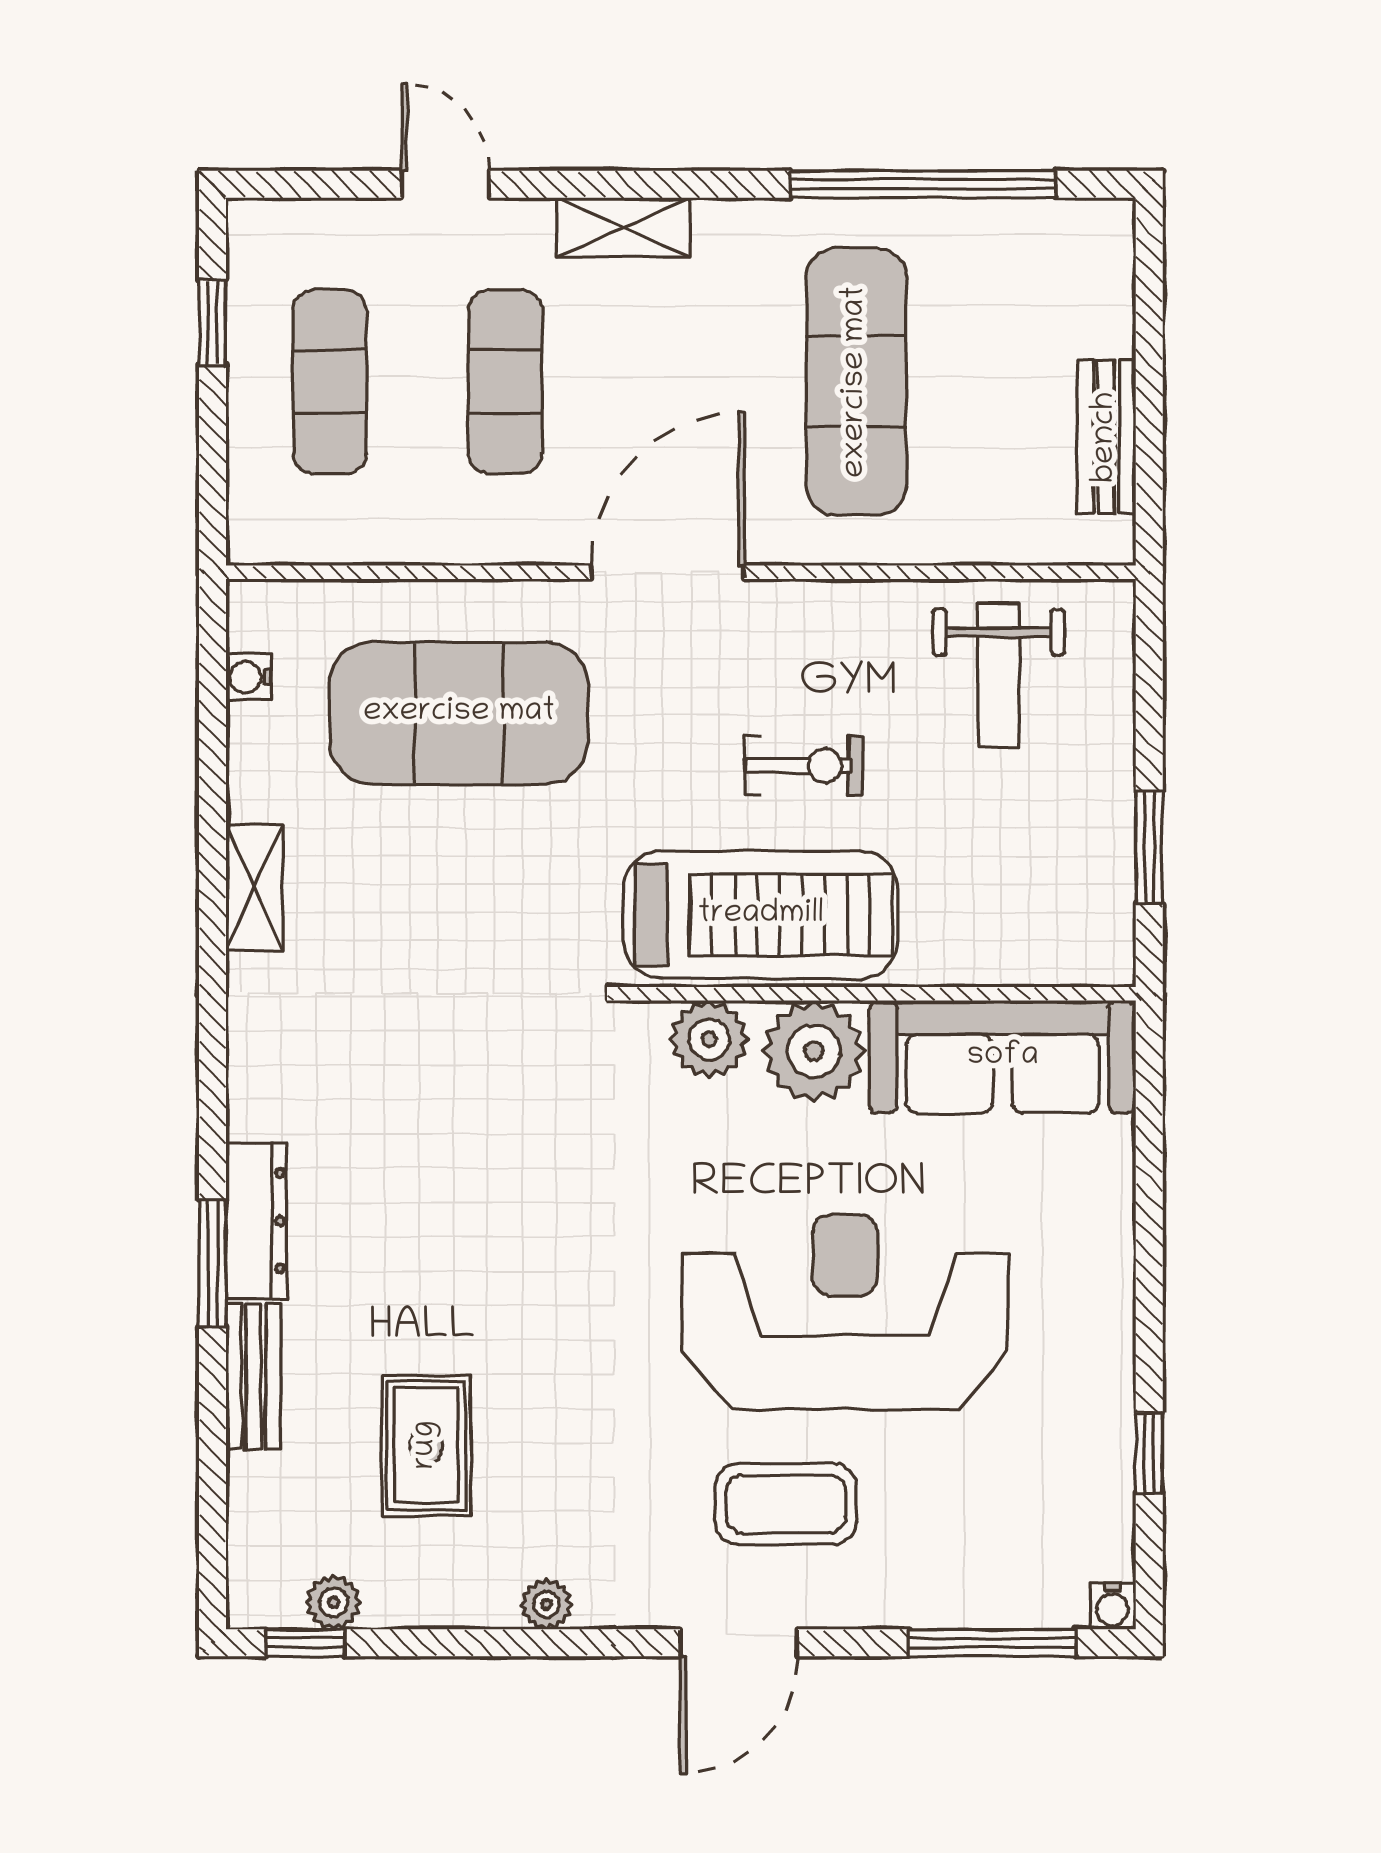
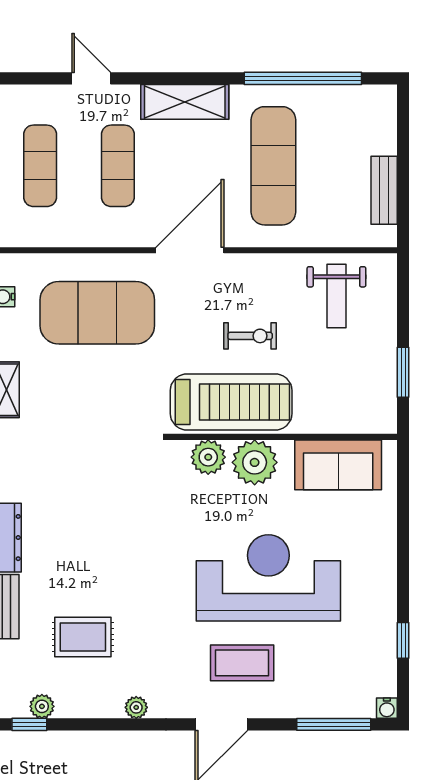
shelving: (623, 227) -> (185, 102), width x1.50, depth x1.33
sofa: (1003, 1057) -> (338, 465), width x0.73
rug: (426, 1445) -> (83, 637), turned 90

